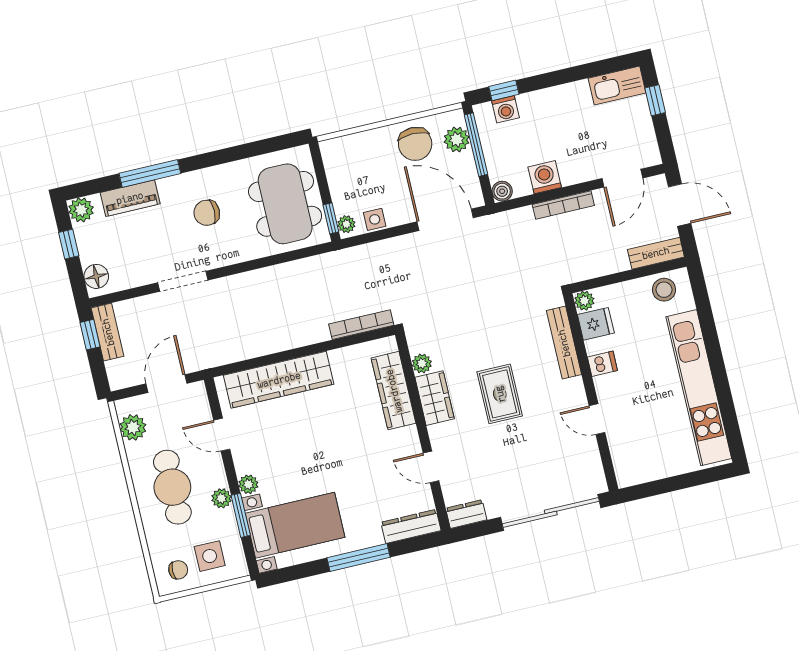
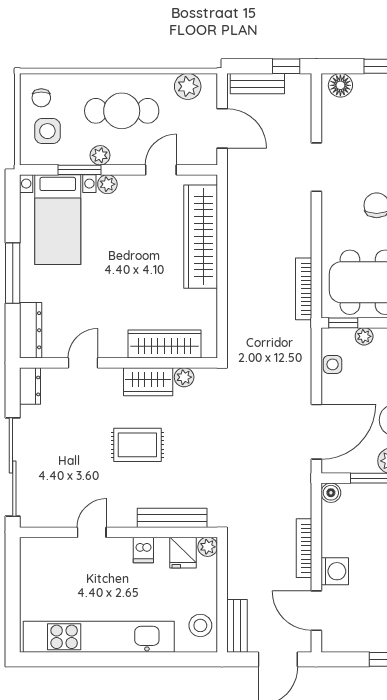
washing machine: (545, 177) -> (335, 571), moved
plant: (346, 224) -> (364, 336), moved
bookcase: (361, 325) -> (304, 289), moved, turned 180
bench: (108, 332) -> (257, 84), moved

